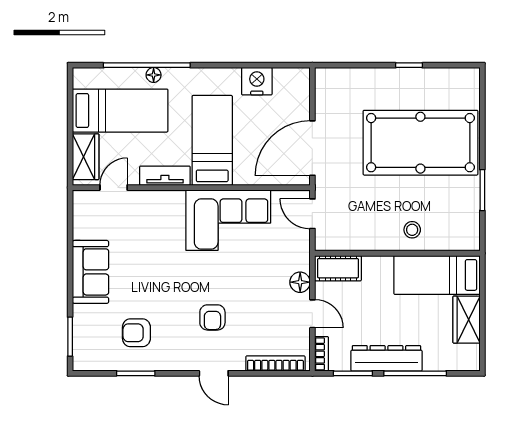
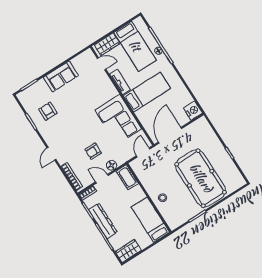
nightstand: (257, 81) -> (193, 111), moved
door: (312, 148) -> (170, 135), hinge flipped
door: (312, 314) -> (102, 179), swing flipped
armchair: (212, 317) -> (93, 151), moved
wardrobe: (466, 320) -> (128, 251), moved

